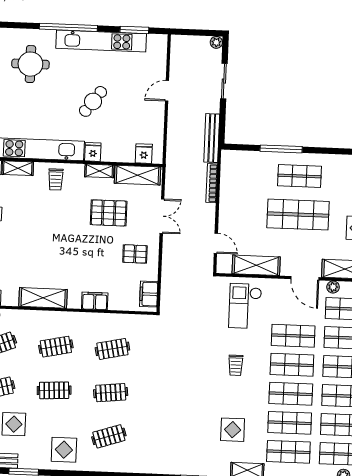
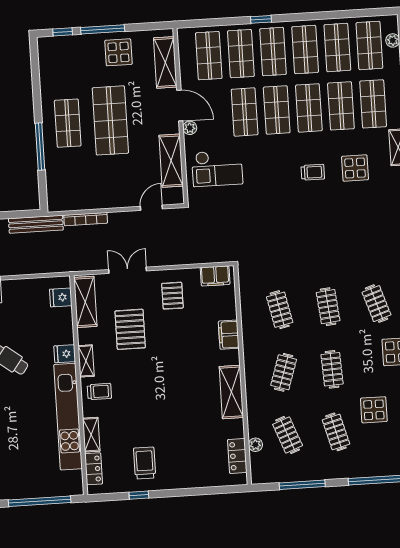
shelving: (99, 171) -> (86, 361), moved
door: (305, 278) -> (180, 106), hinge flipped
plant: (333, 287) -> (190, 128), moved
clothes rail: (56, 347) -> (284, 372), turned 30
trolley: (236, 365) -> (313, 172), moved

